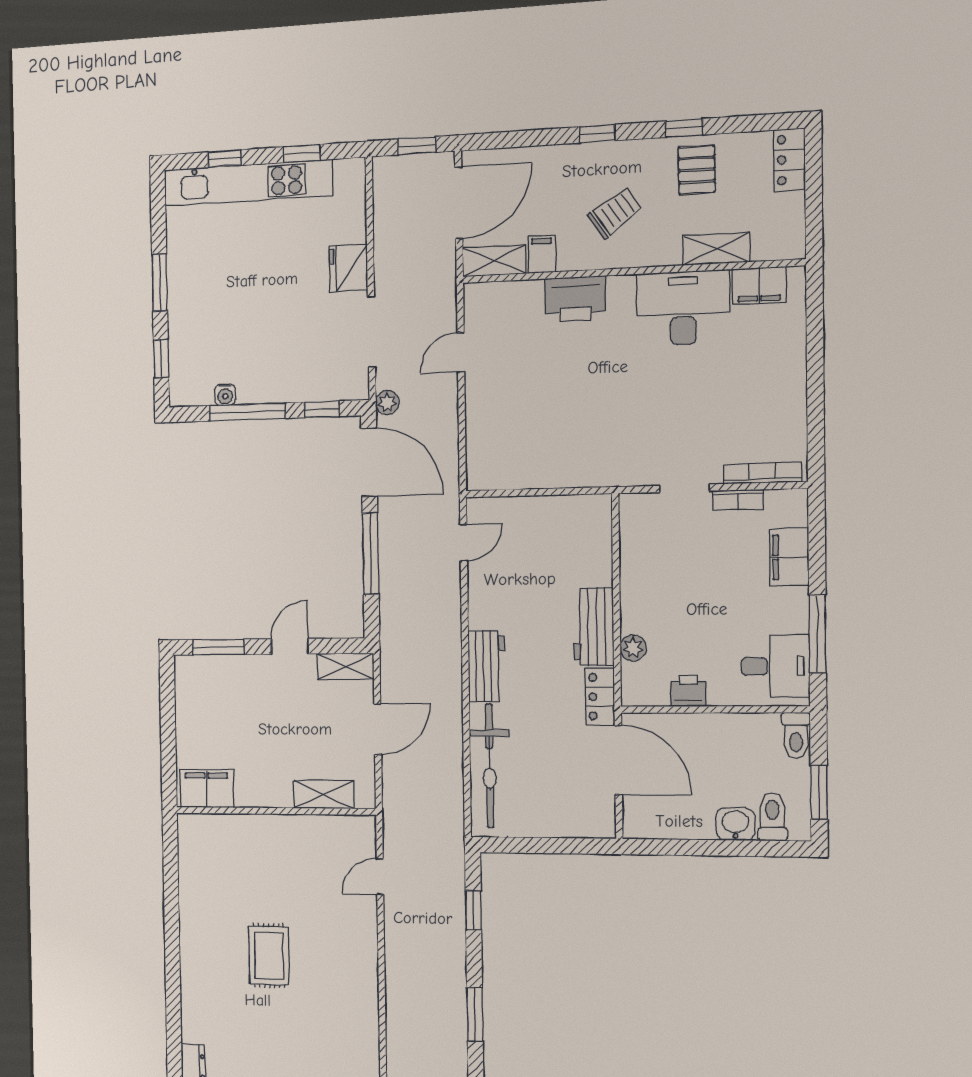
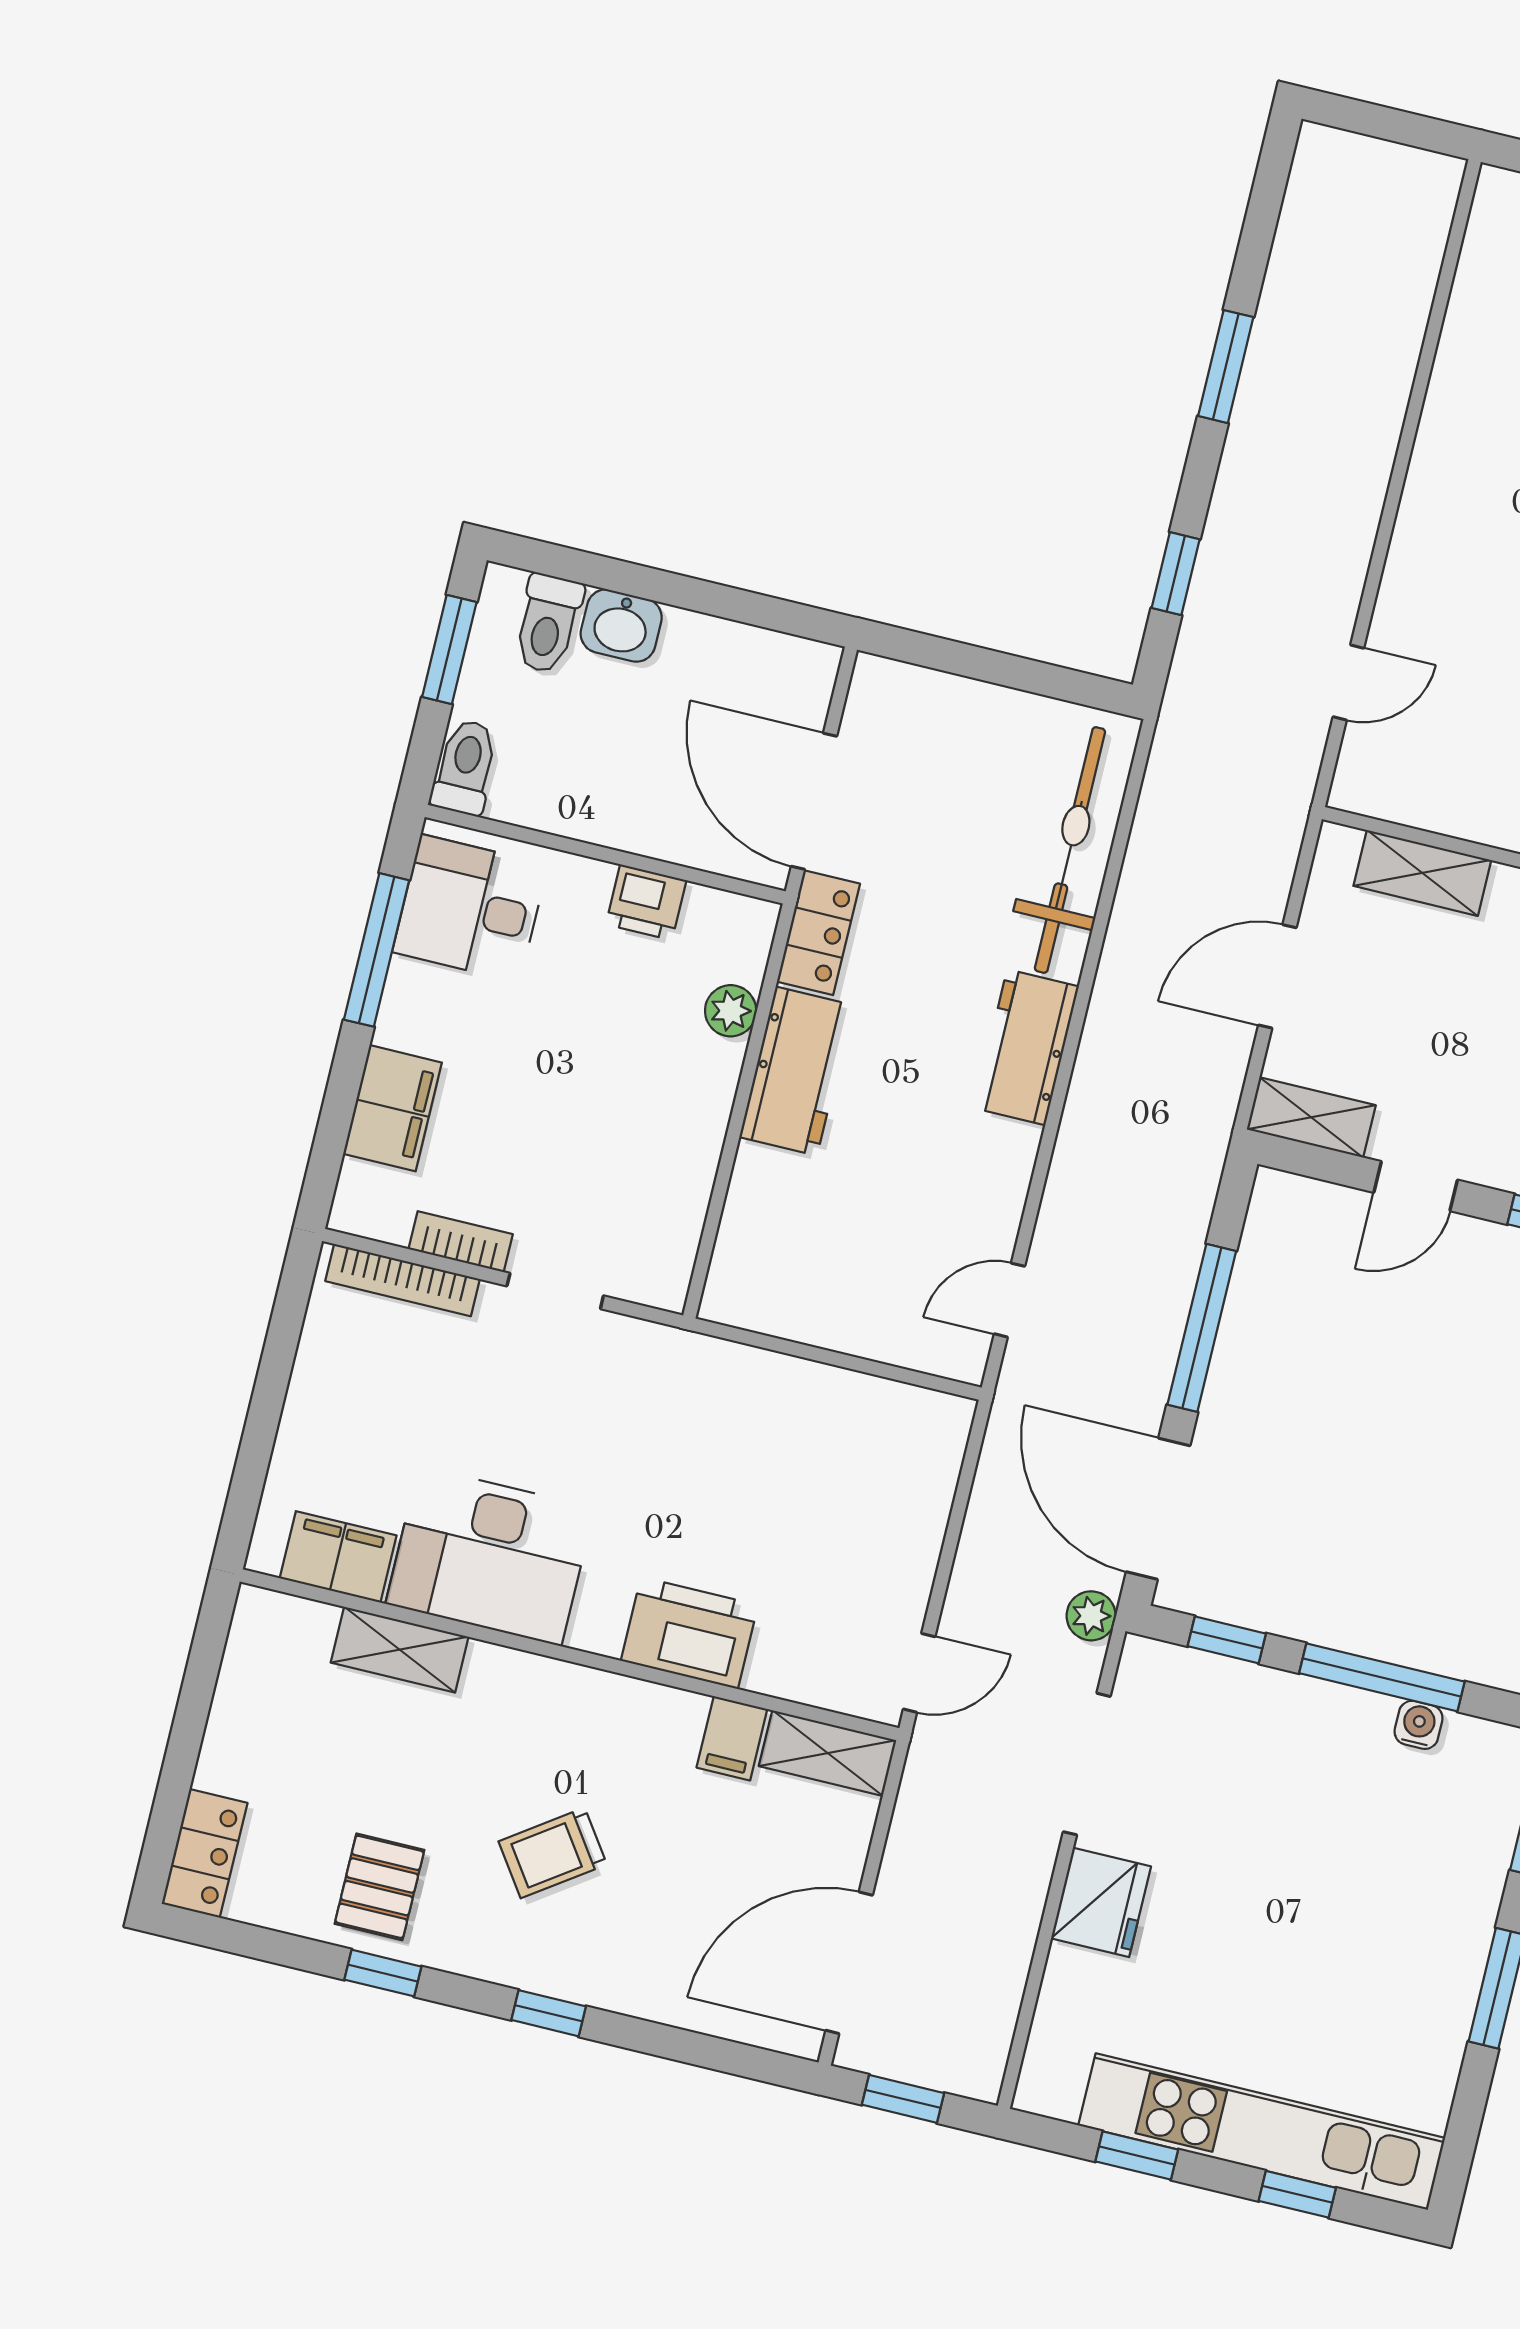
shelving: (716, 249) -> (400, 1650), moved
filing cabinet: (542, 254) -> (732, 1738), moved
shelving: (494, 261) -> (828, 1753), moved
wall: (631, 271) -> (570, 1655), moved
filing cabinet: (759, 286) -> (338, 1557), moved
printer: (575, 299) -> (689, 1633), moved
desk: (683, 308) -> (490, 1556), moved

